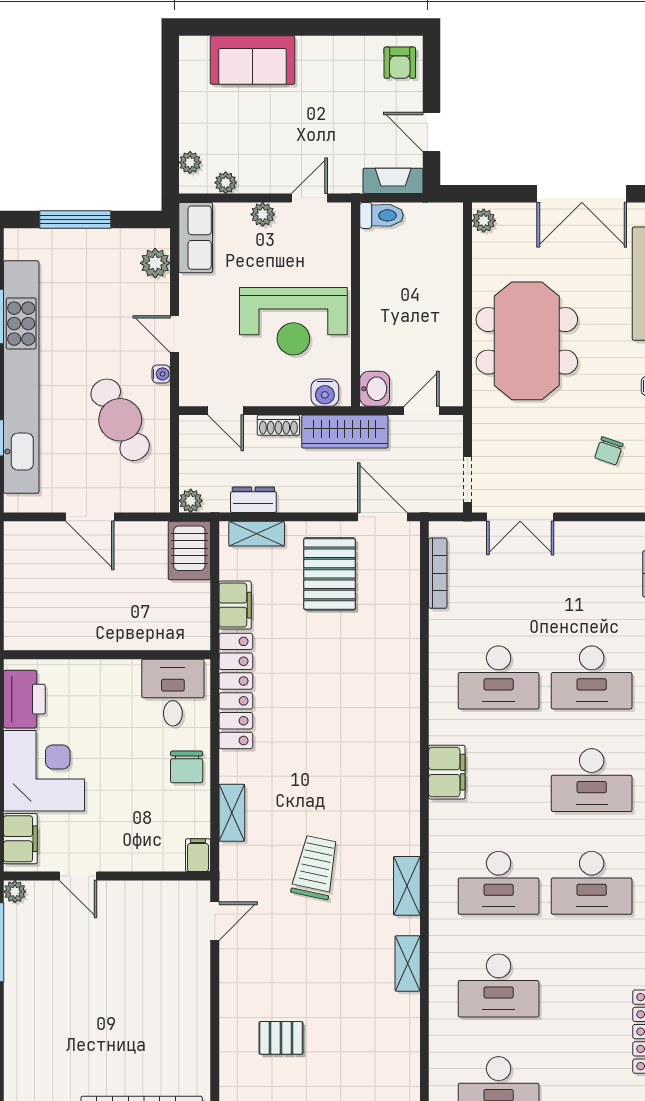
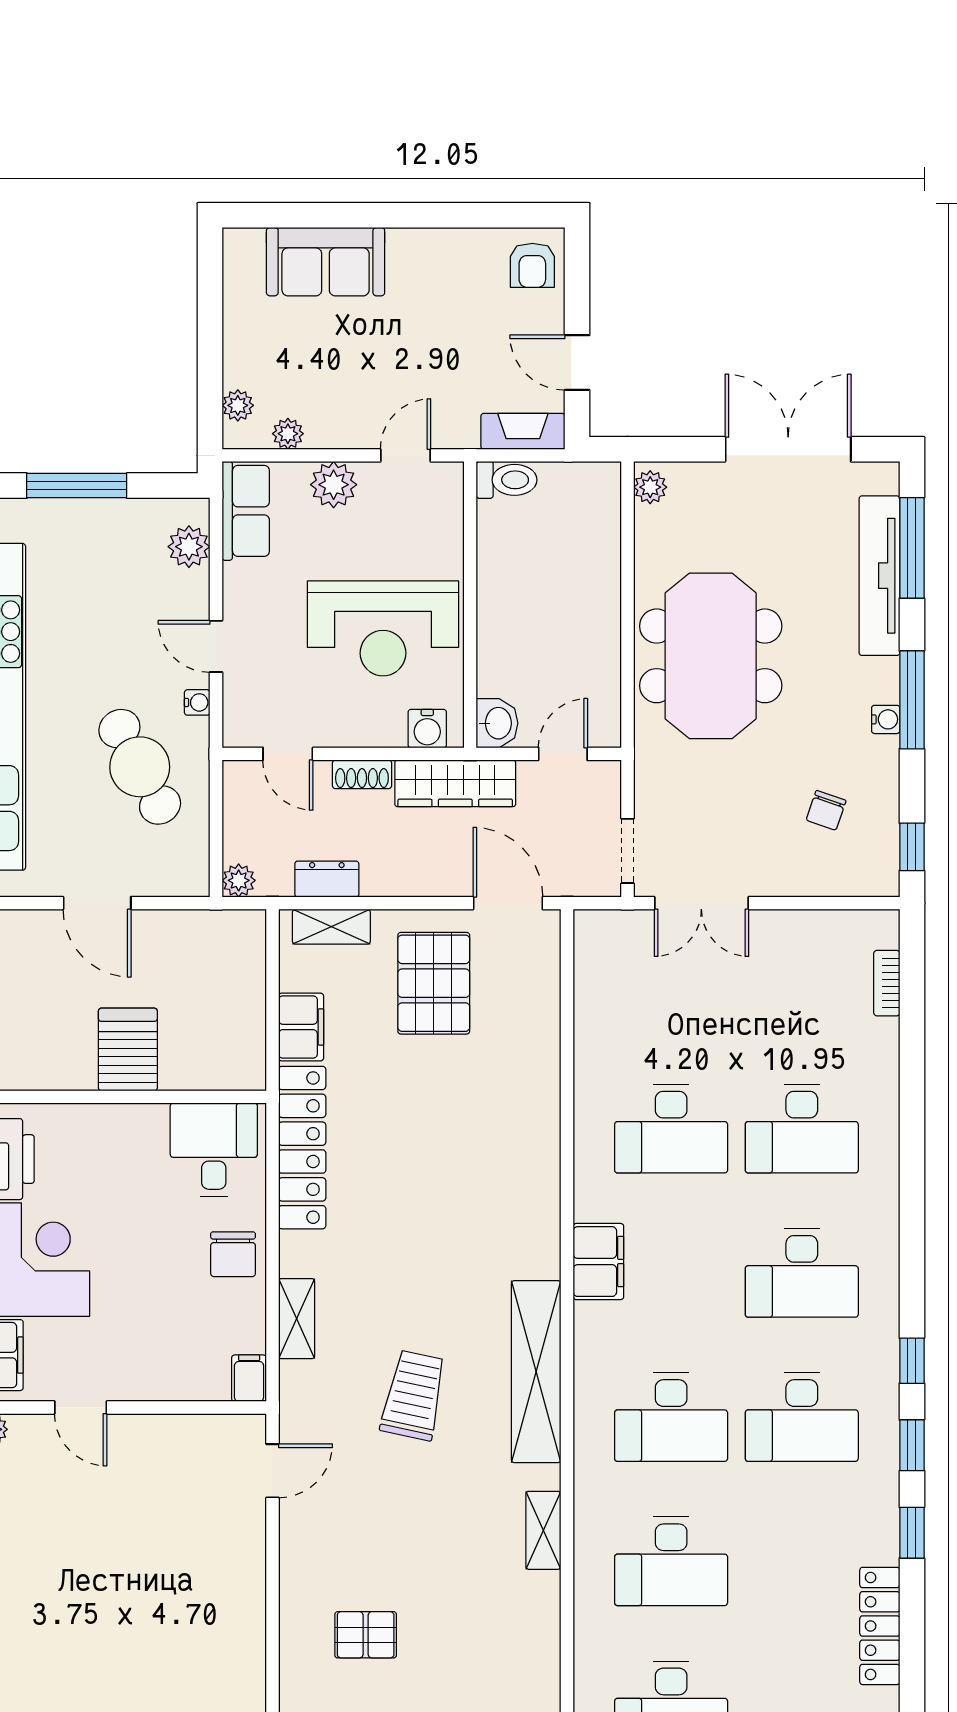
double door: (582, 194) -> (788, 449), swing flipped
plant: (263, 214) -> (334, 485), width x1.38, depth x1.38
server rack: (189, 551) -> (128, 1049), moved, turned 180
bookcase: (438, 573) -> (586, 982), removed
shelving: (407, 886) -> (536, 1372), width x2.20, depth x1.33

